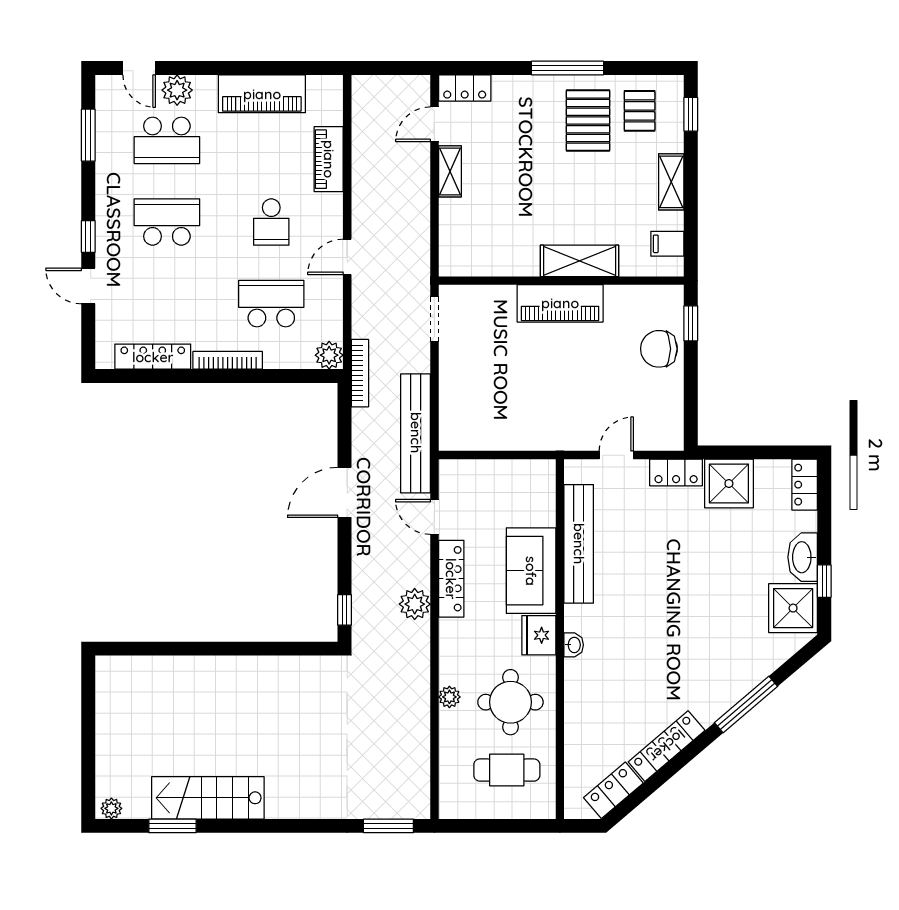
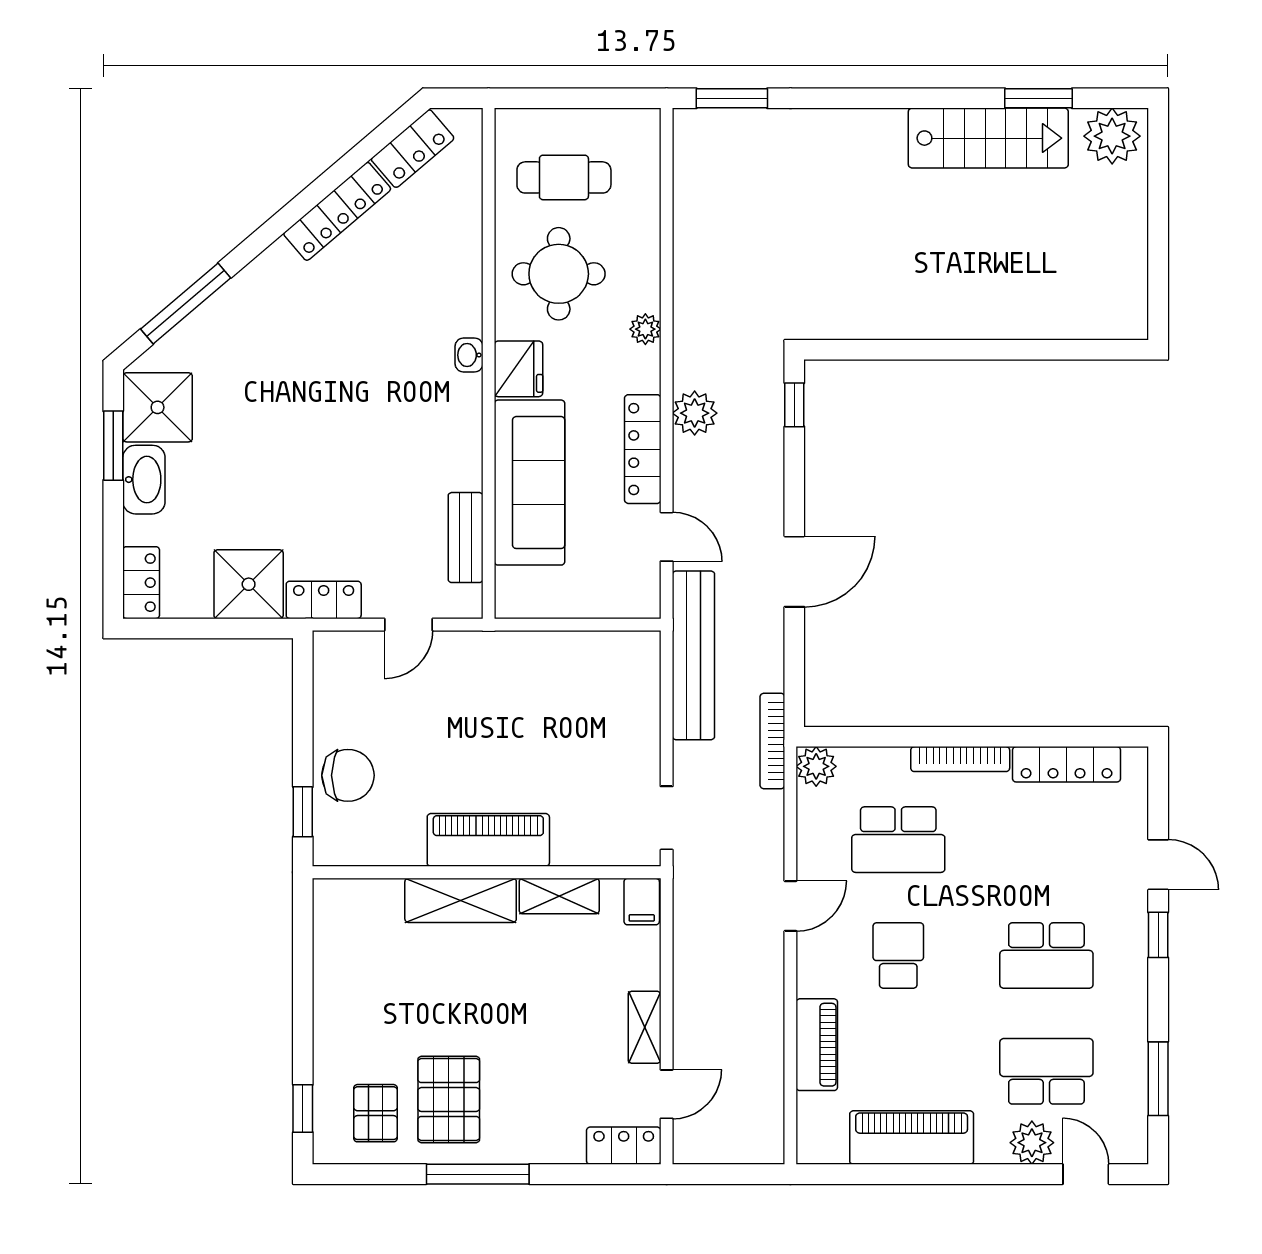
shelving: (671, 182) -> (559, 896), moved, turned 90
filing cabinet: (667, 244) -> (642, 902), moved, turned 90
bench: (579, 544) -> (466, 538), width x0.54, depth x0.82
sofa: (531, 571) -> (530, 483), width x1.36
window: (824, 581) -> (113, 446), width x1.50
plant: (449, 697) -> (645, 329), moved
window: (746, 705) -> (186, 303), moved
plant: (111, 808) -> (1112, 136), width x1.88, depth x1.88

